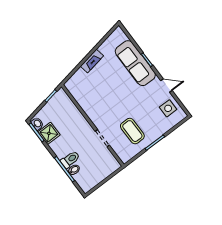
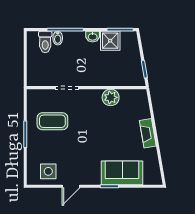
sofa: (135, 63) -> (122, 173), width x0.73
plant: (87, 104) -> (111, 97), added
washbasin: (37, 124) -> (93, 37), moved
toilet: (70, 159) -> (45, 42), moved

